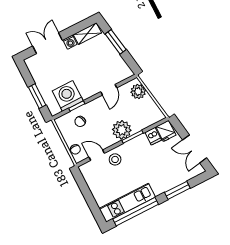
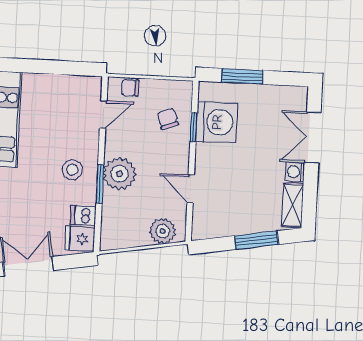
double door: (48, 43) -> (313, 138), swing flipped
stool: (115, 159) -> (72, 170), moved

